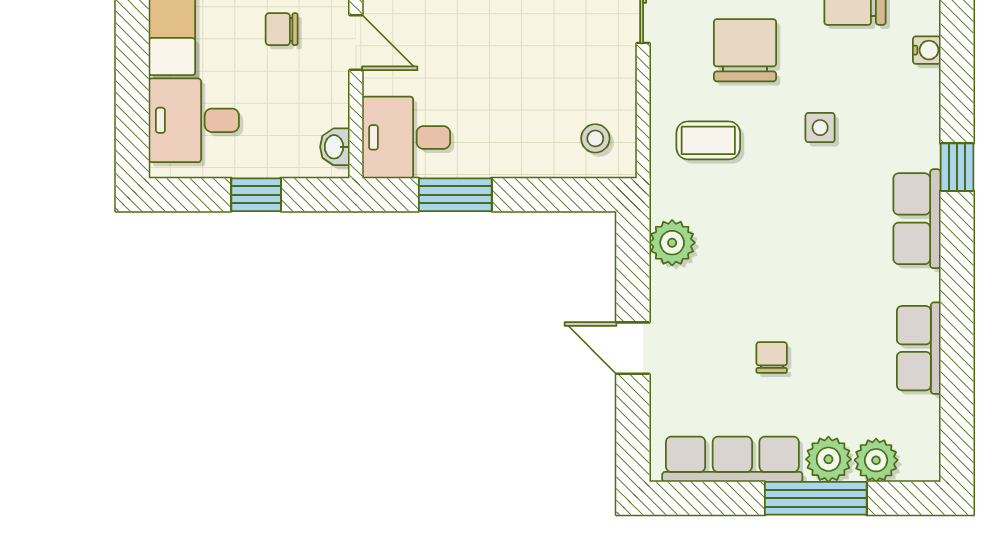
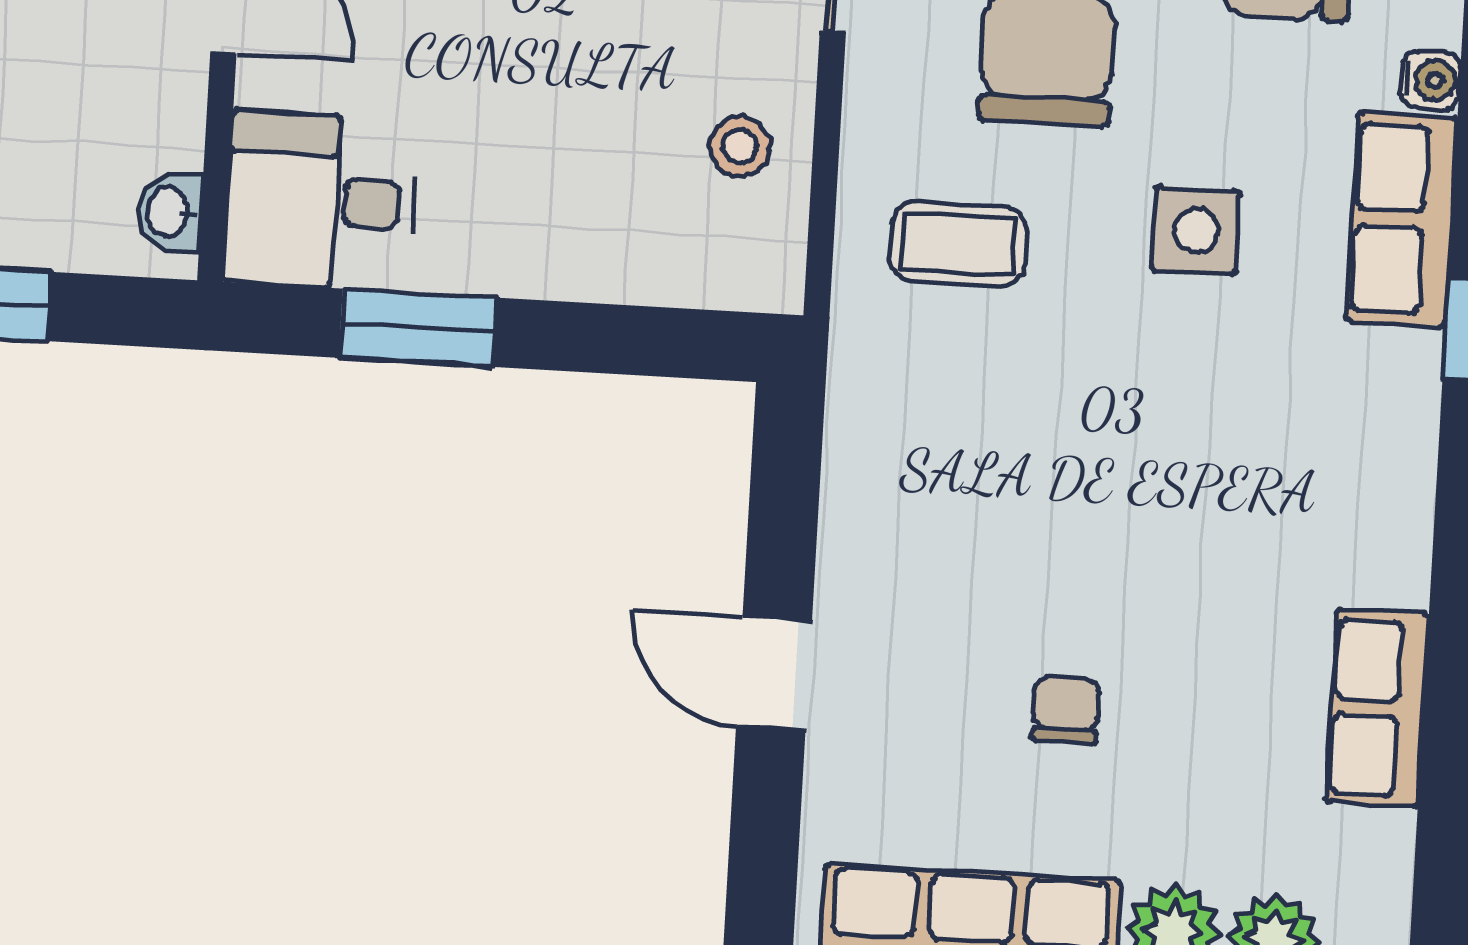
side table: (820, 128) -> (1196, 231), width x1.37, depth x1.37
stool: (595, 138) -> (740, 146), moved
row of seats: (917, 219) -> (1402, 219), moved
plant: (672, 243) -> (870, 456), removed

